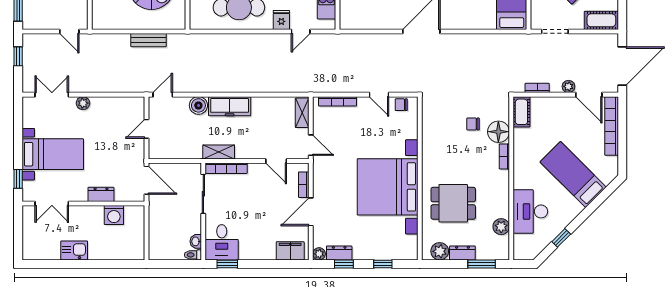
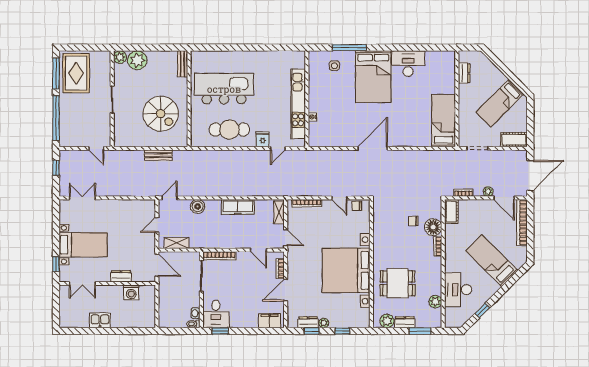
plant: (83, 103) -> (107, 205), removed
freezer: (230, 106) -> (238, 207), moved
shelving: (219, 152) -> (177, 243), moved
plant: (319, 254) -> (324, 323), moved

